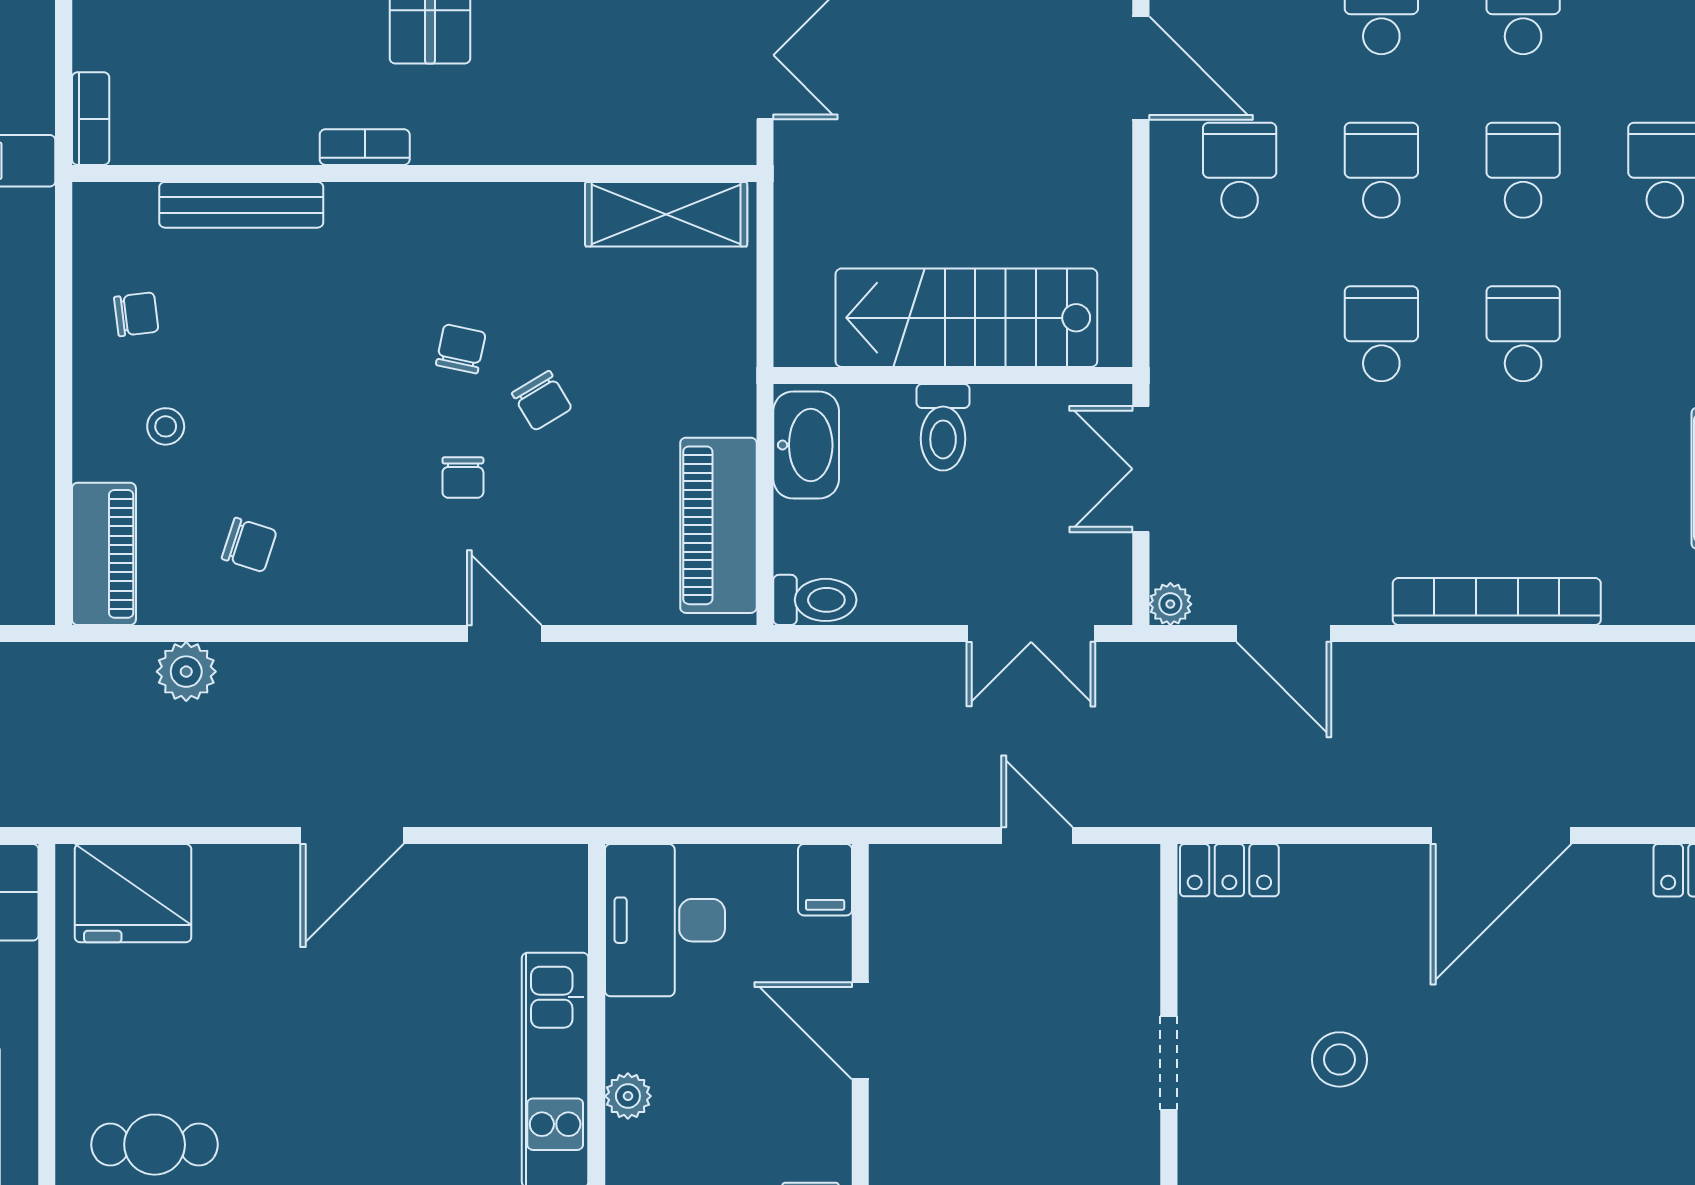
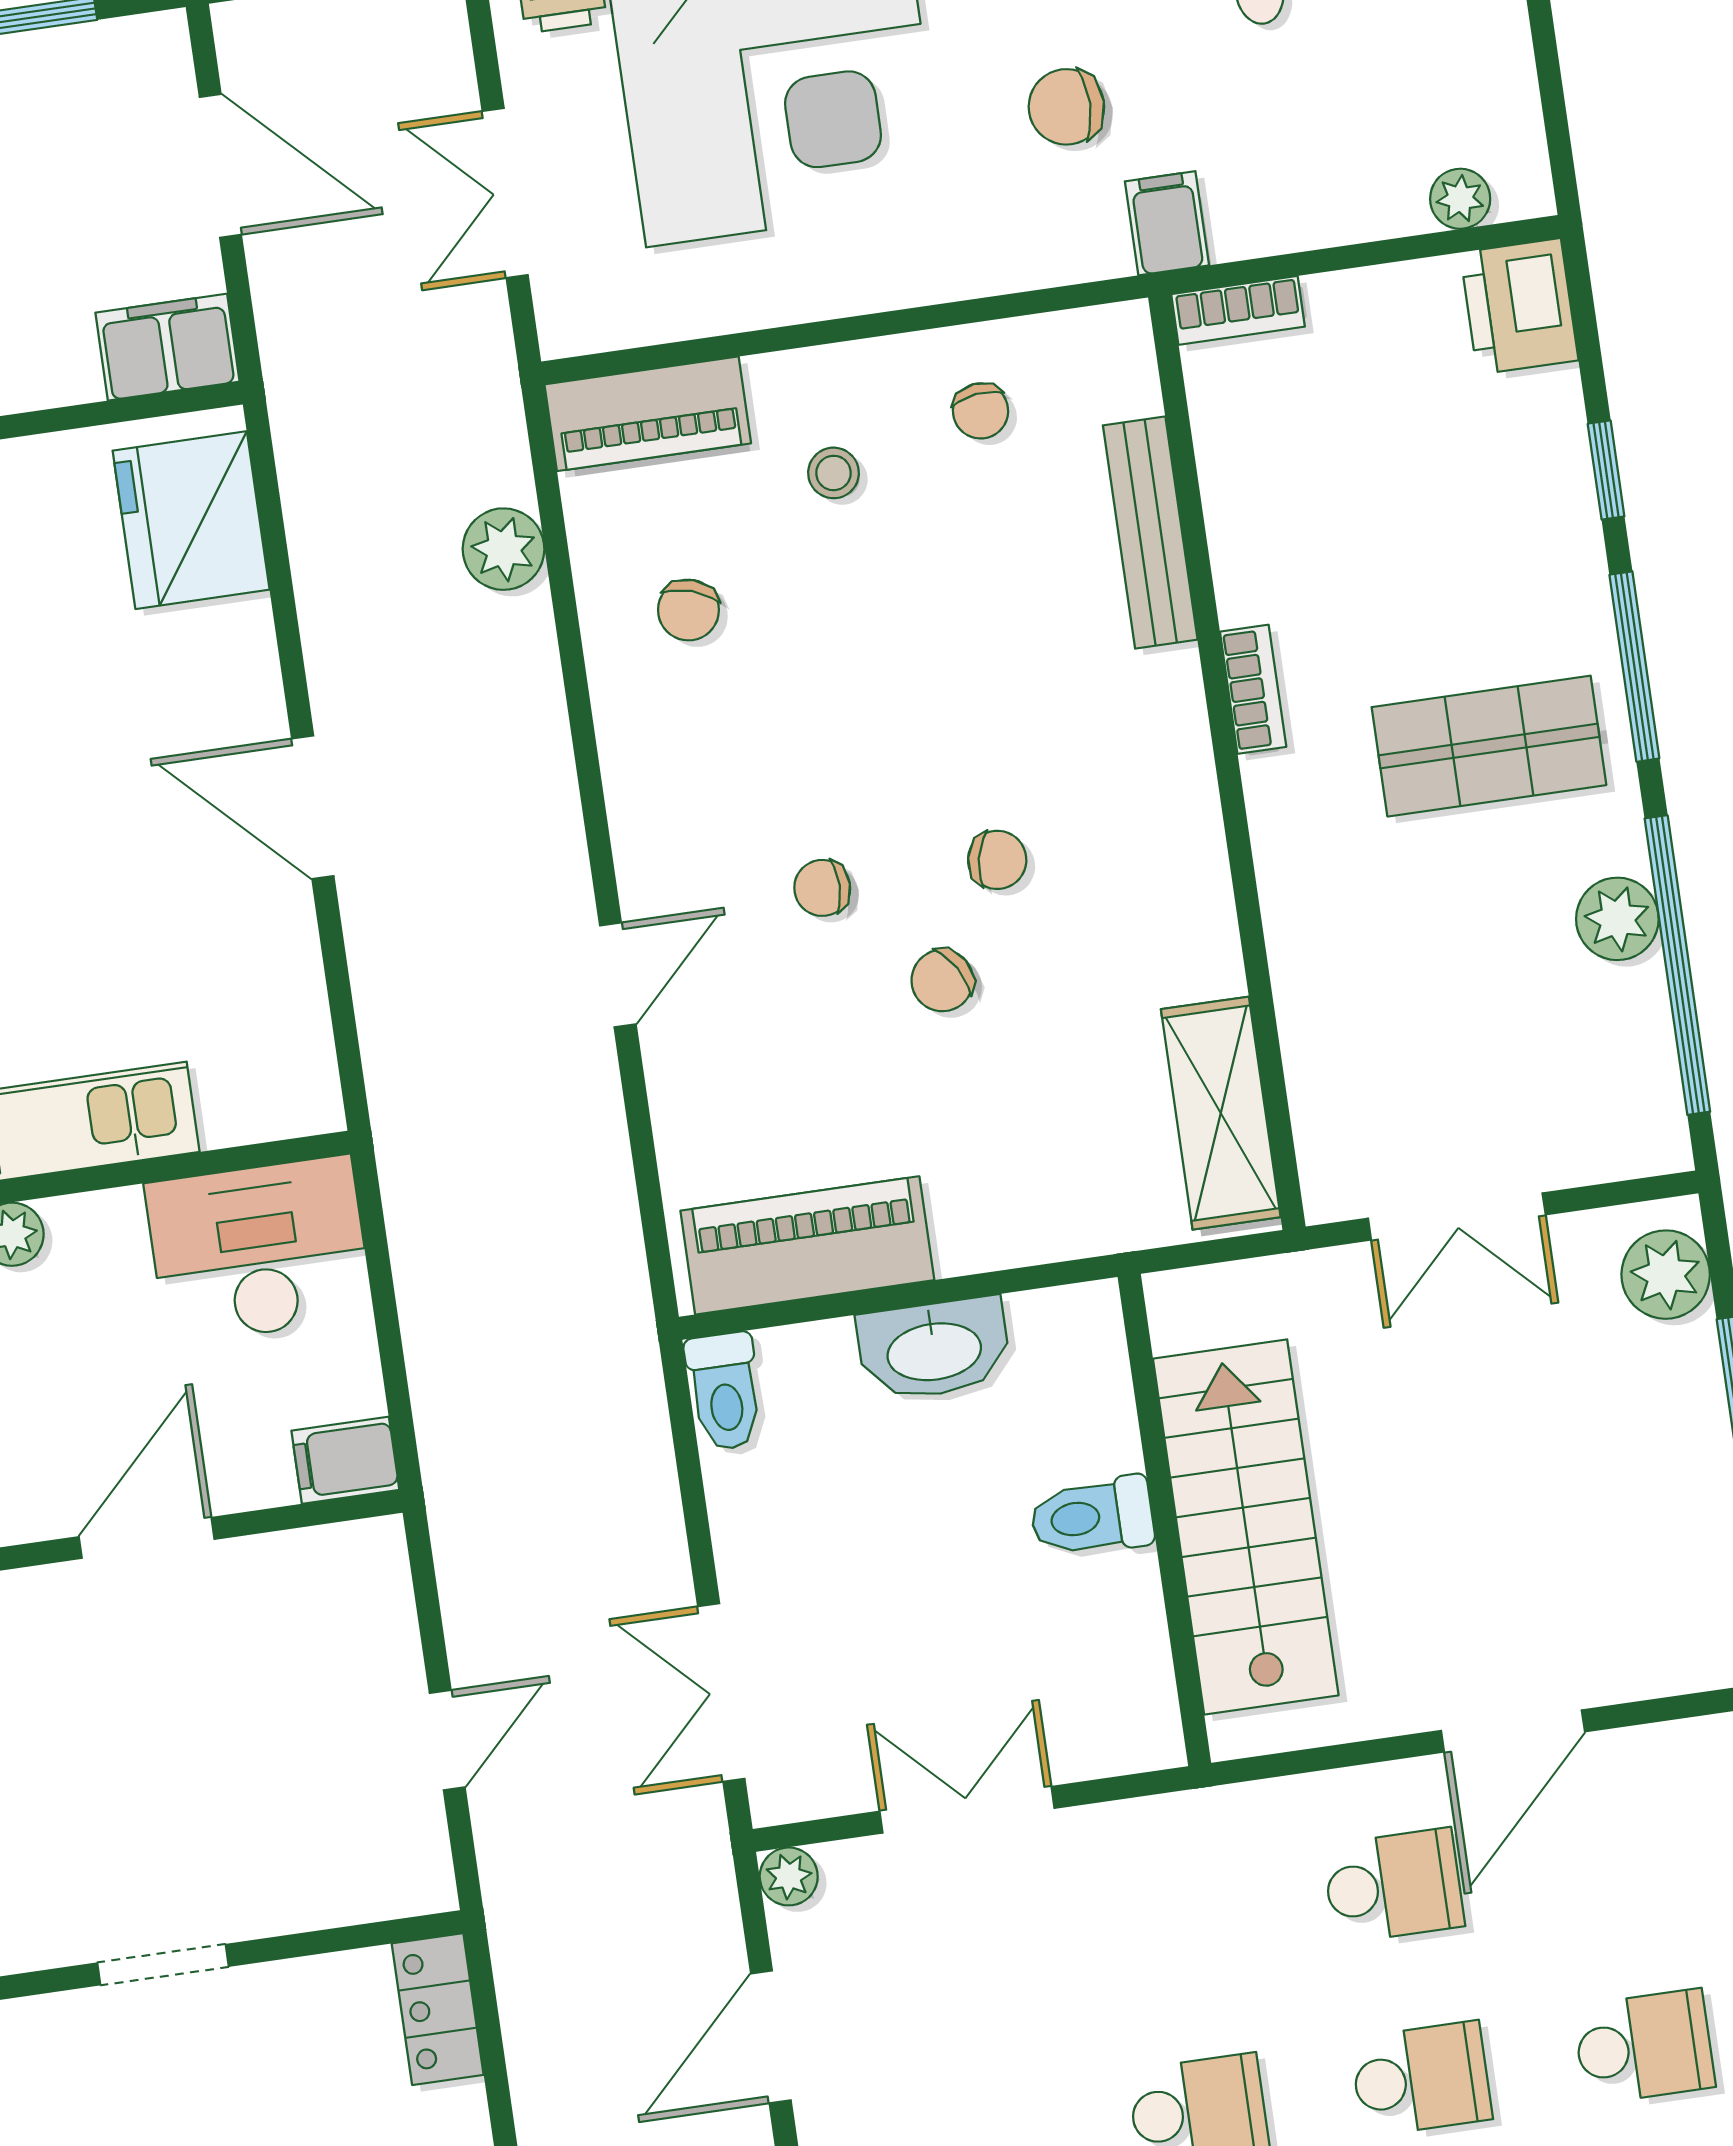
stairs: (966, 318) -> (1246, 1527), moved
wall: (953, 375) -> (1164, 1520), moved
toilet: (943, 427) -> (1092, 1517), moved

